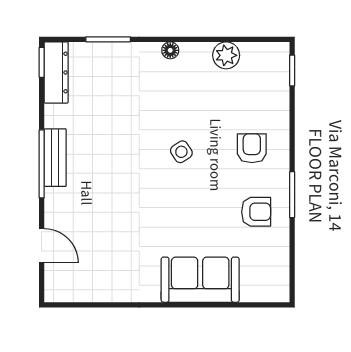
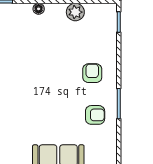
side table: (181, 152) -> (46, 75), removed

